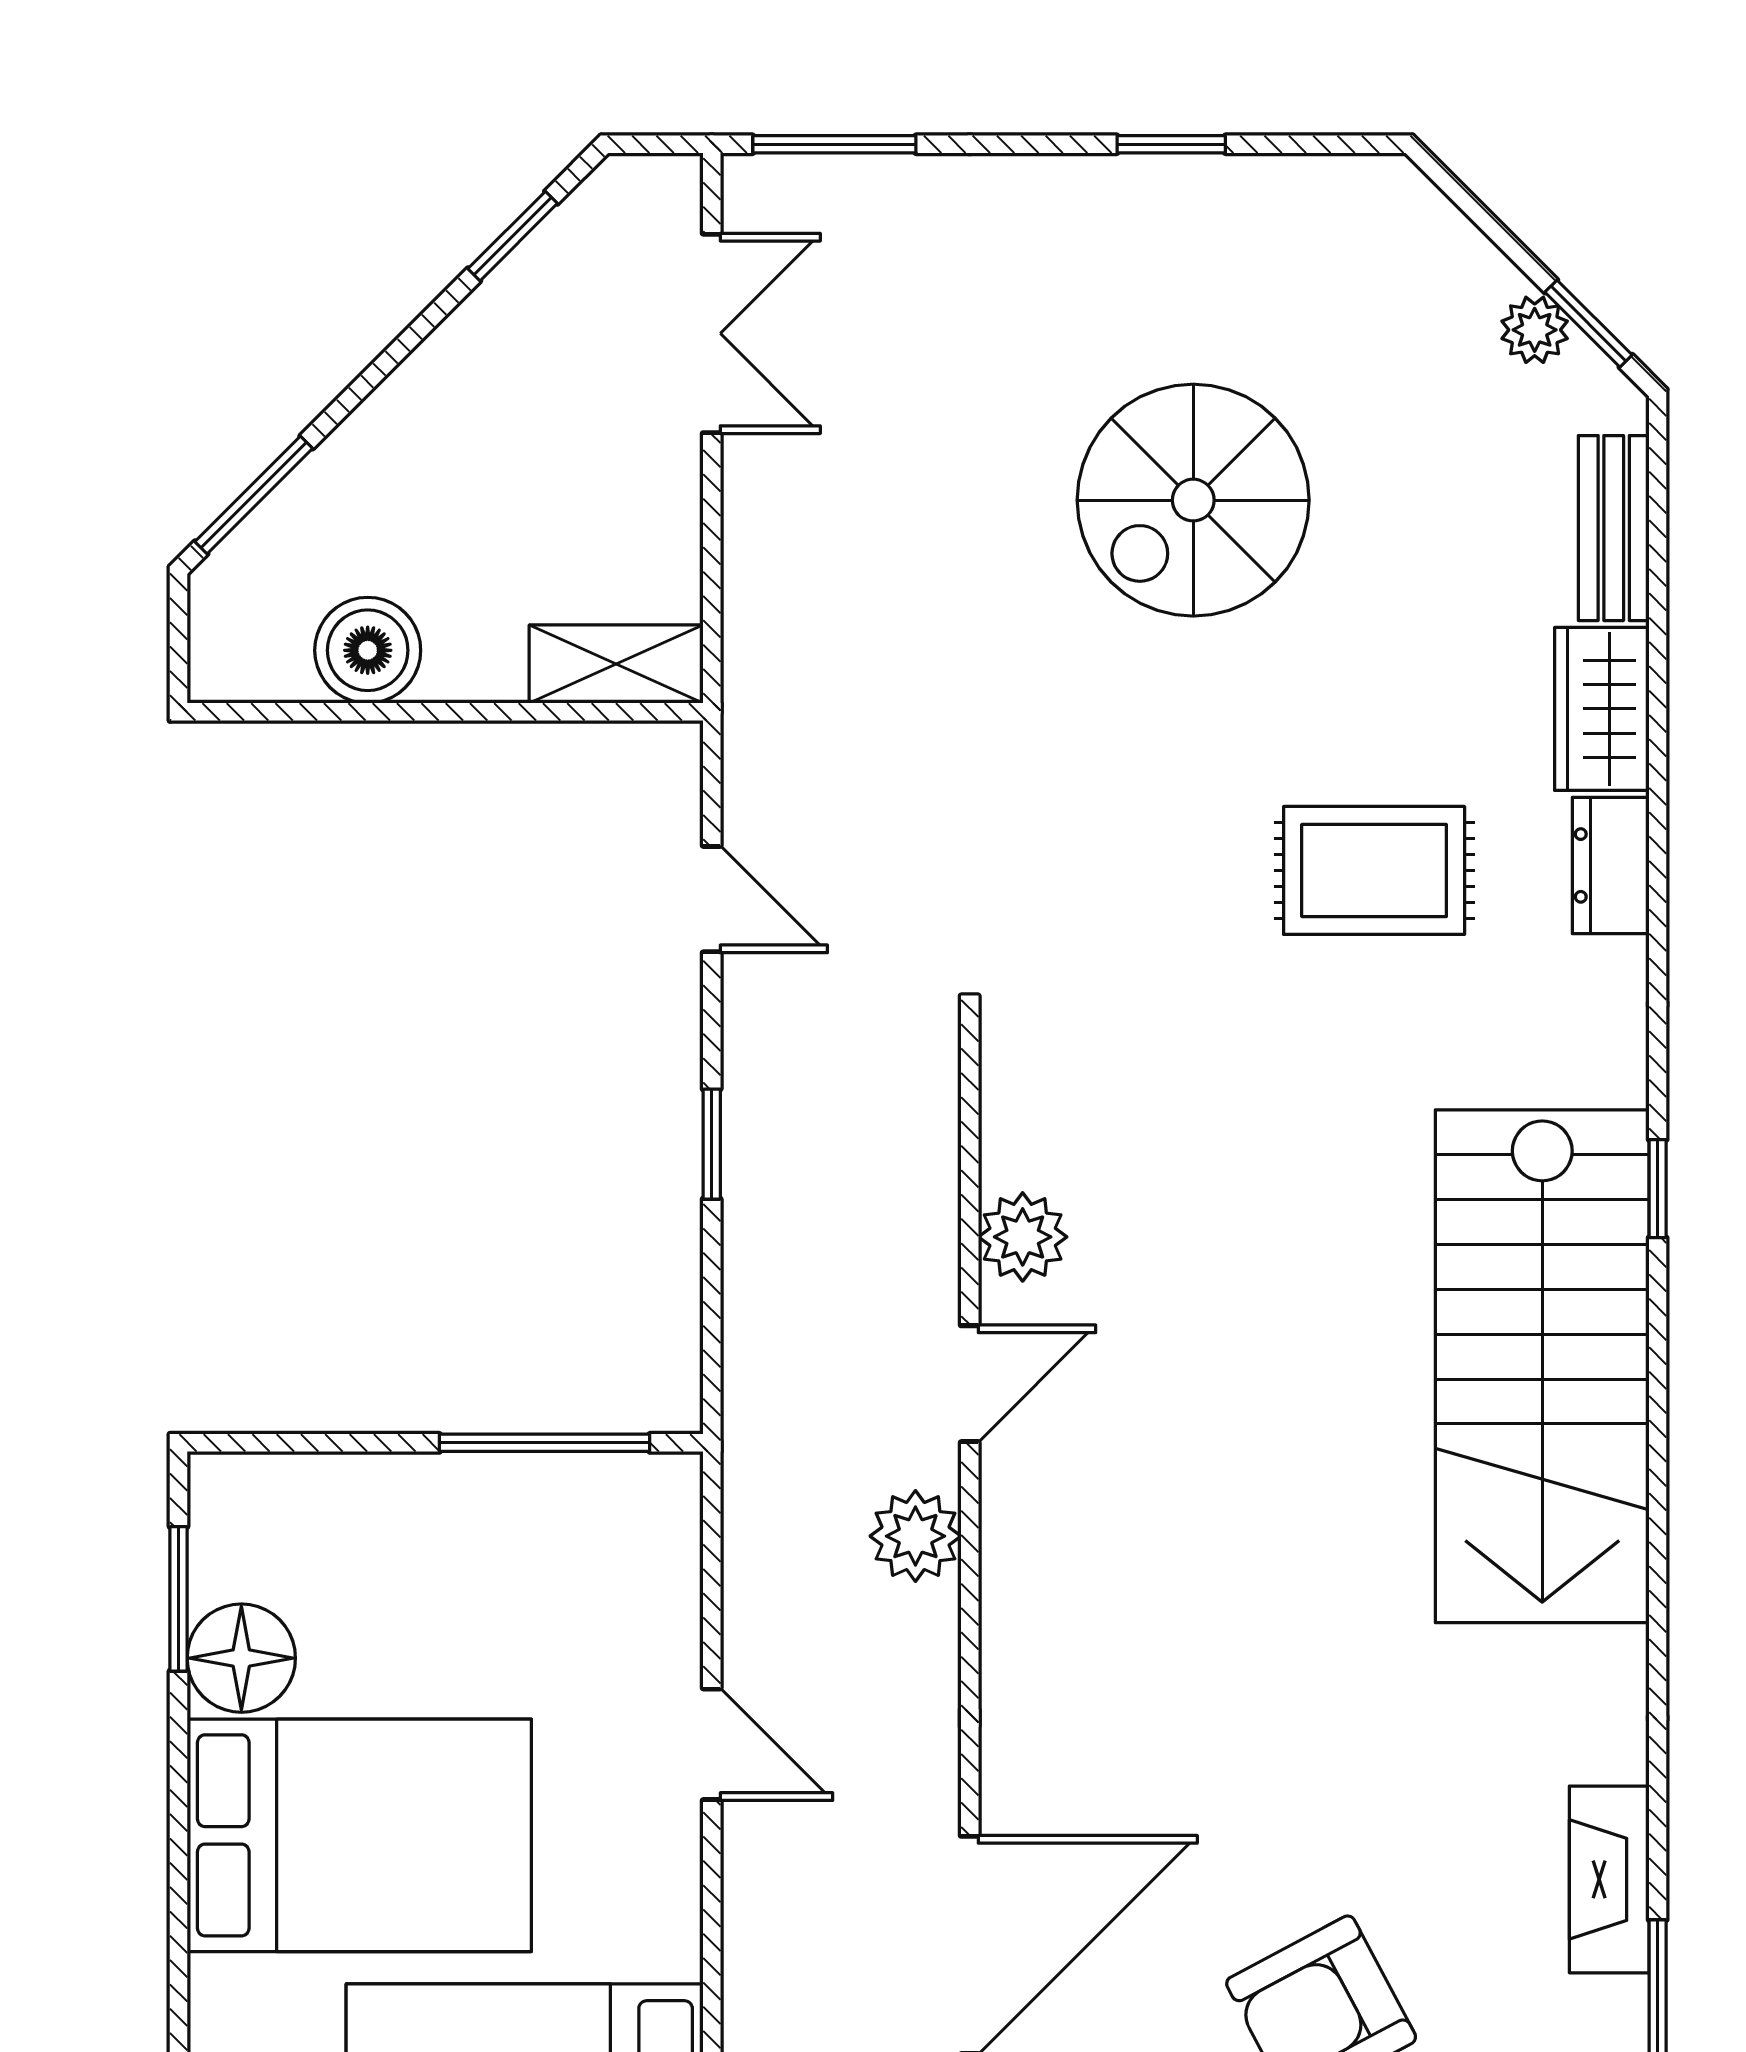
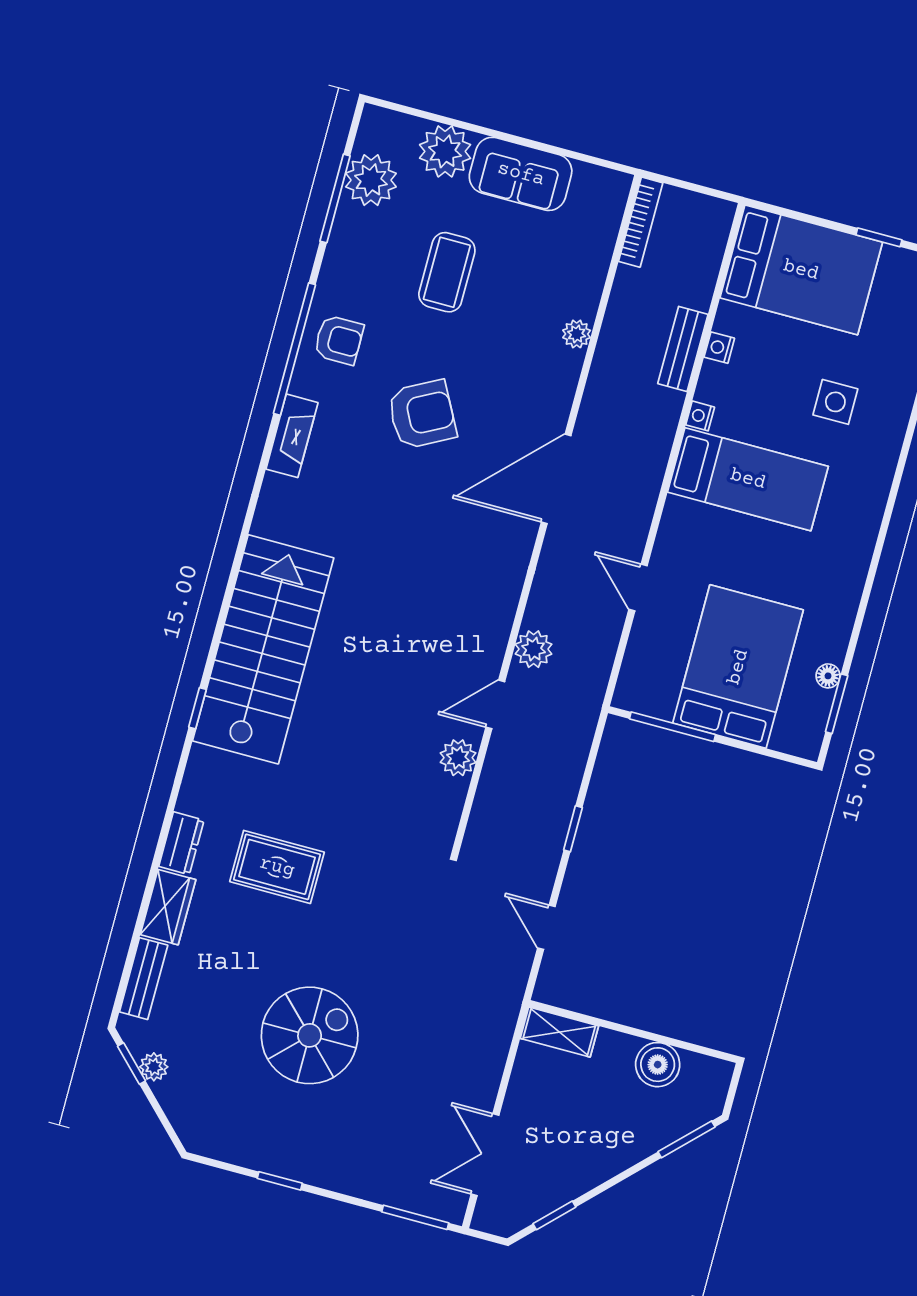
floor lamp: (241, 1658) -> (828, 676), width x0.53, depth x0.53
bed: (359, 1835) -> (738, 667), moved, turned 90

